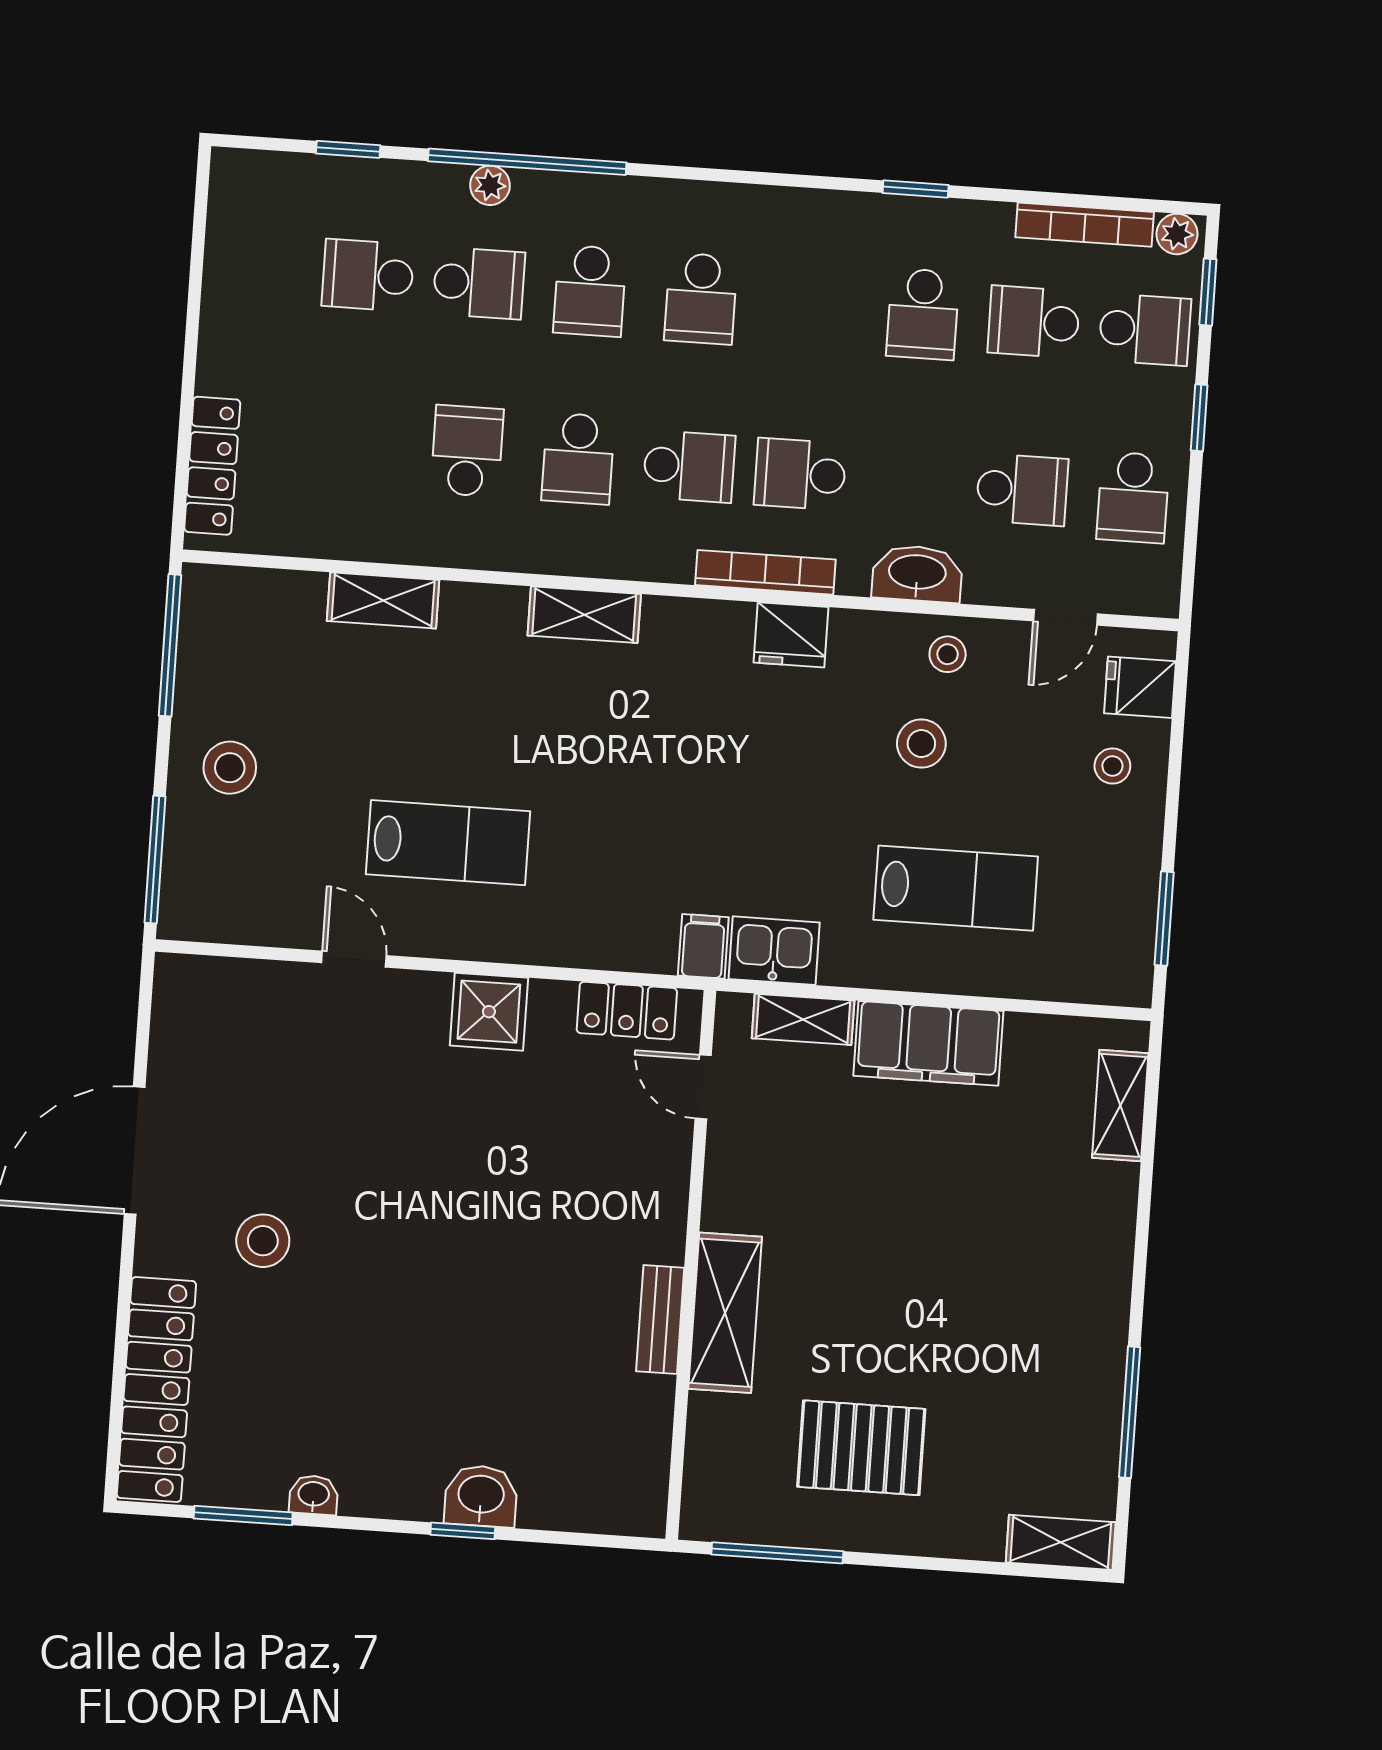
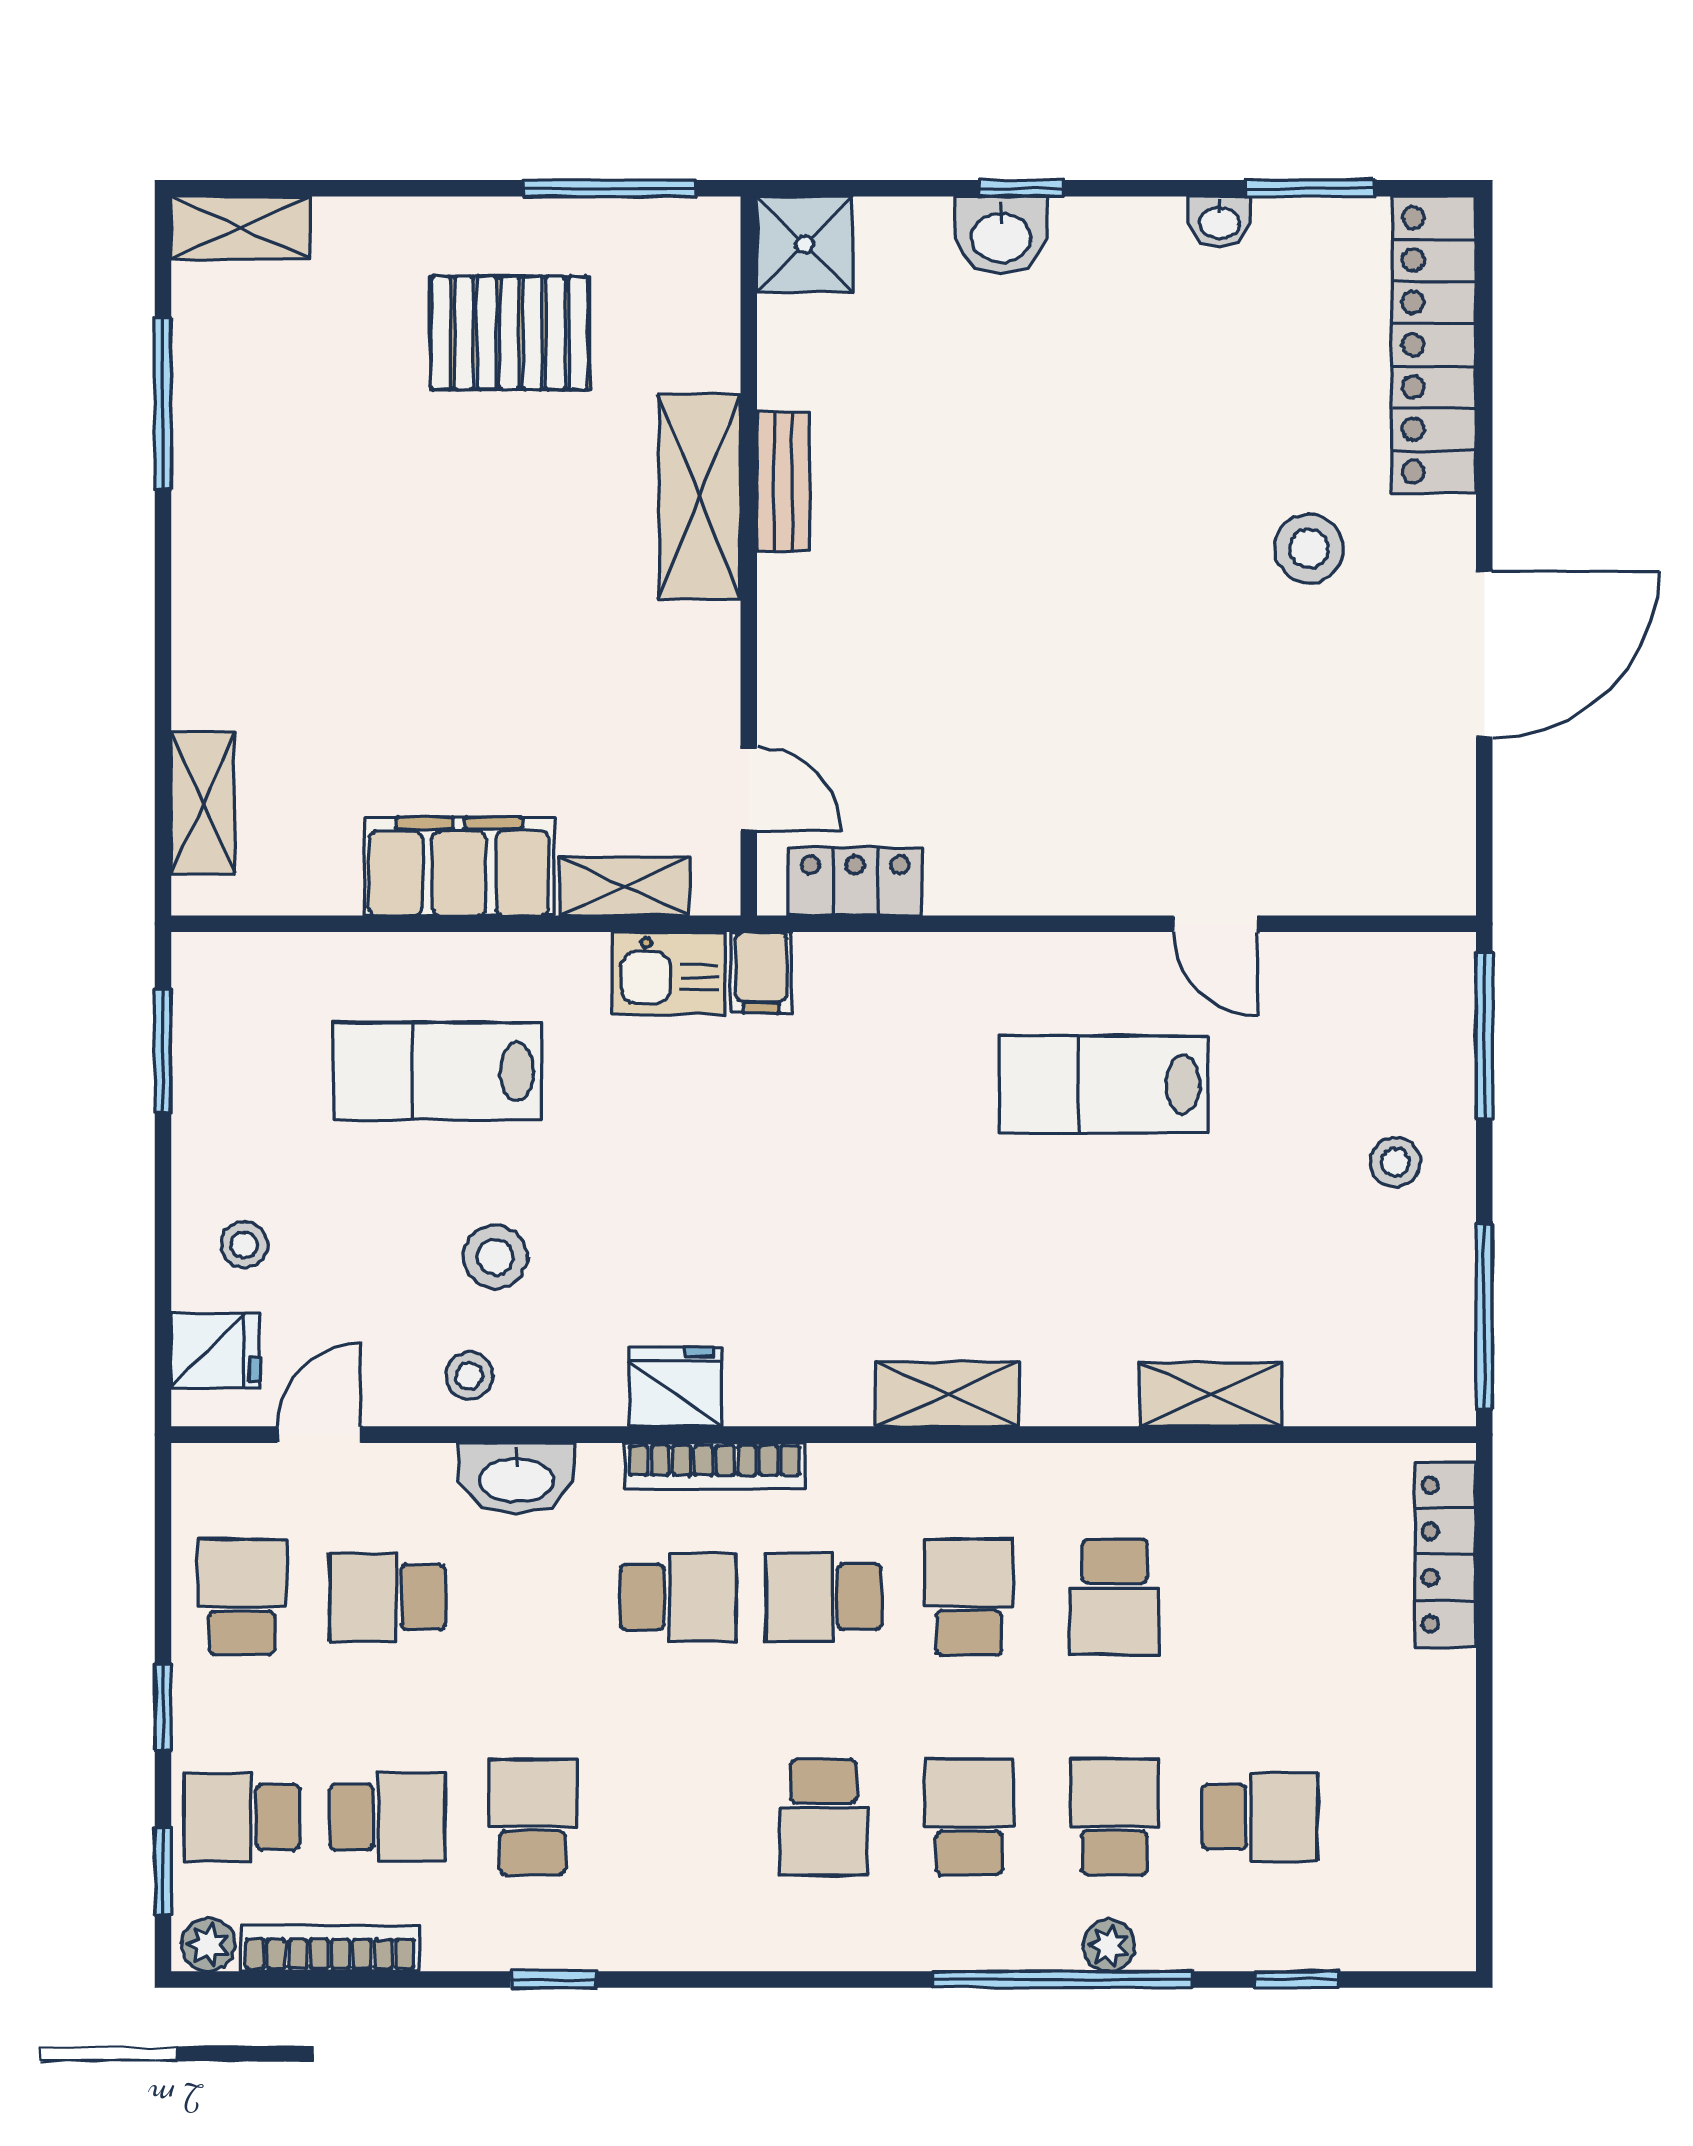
school desk: (479, 283) -> (1114, 1817), turned 90
school desk: (701, 299) -> (824, 1817), turned 180
stool: (230, 768) -> (1395, 1162), width x0.73, depth x0.73
shower: (489, 1012) -> (805, 244), moved

